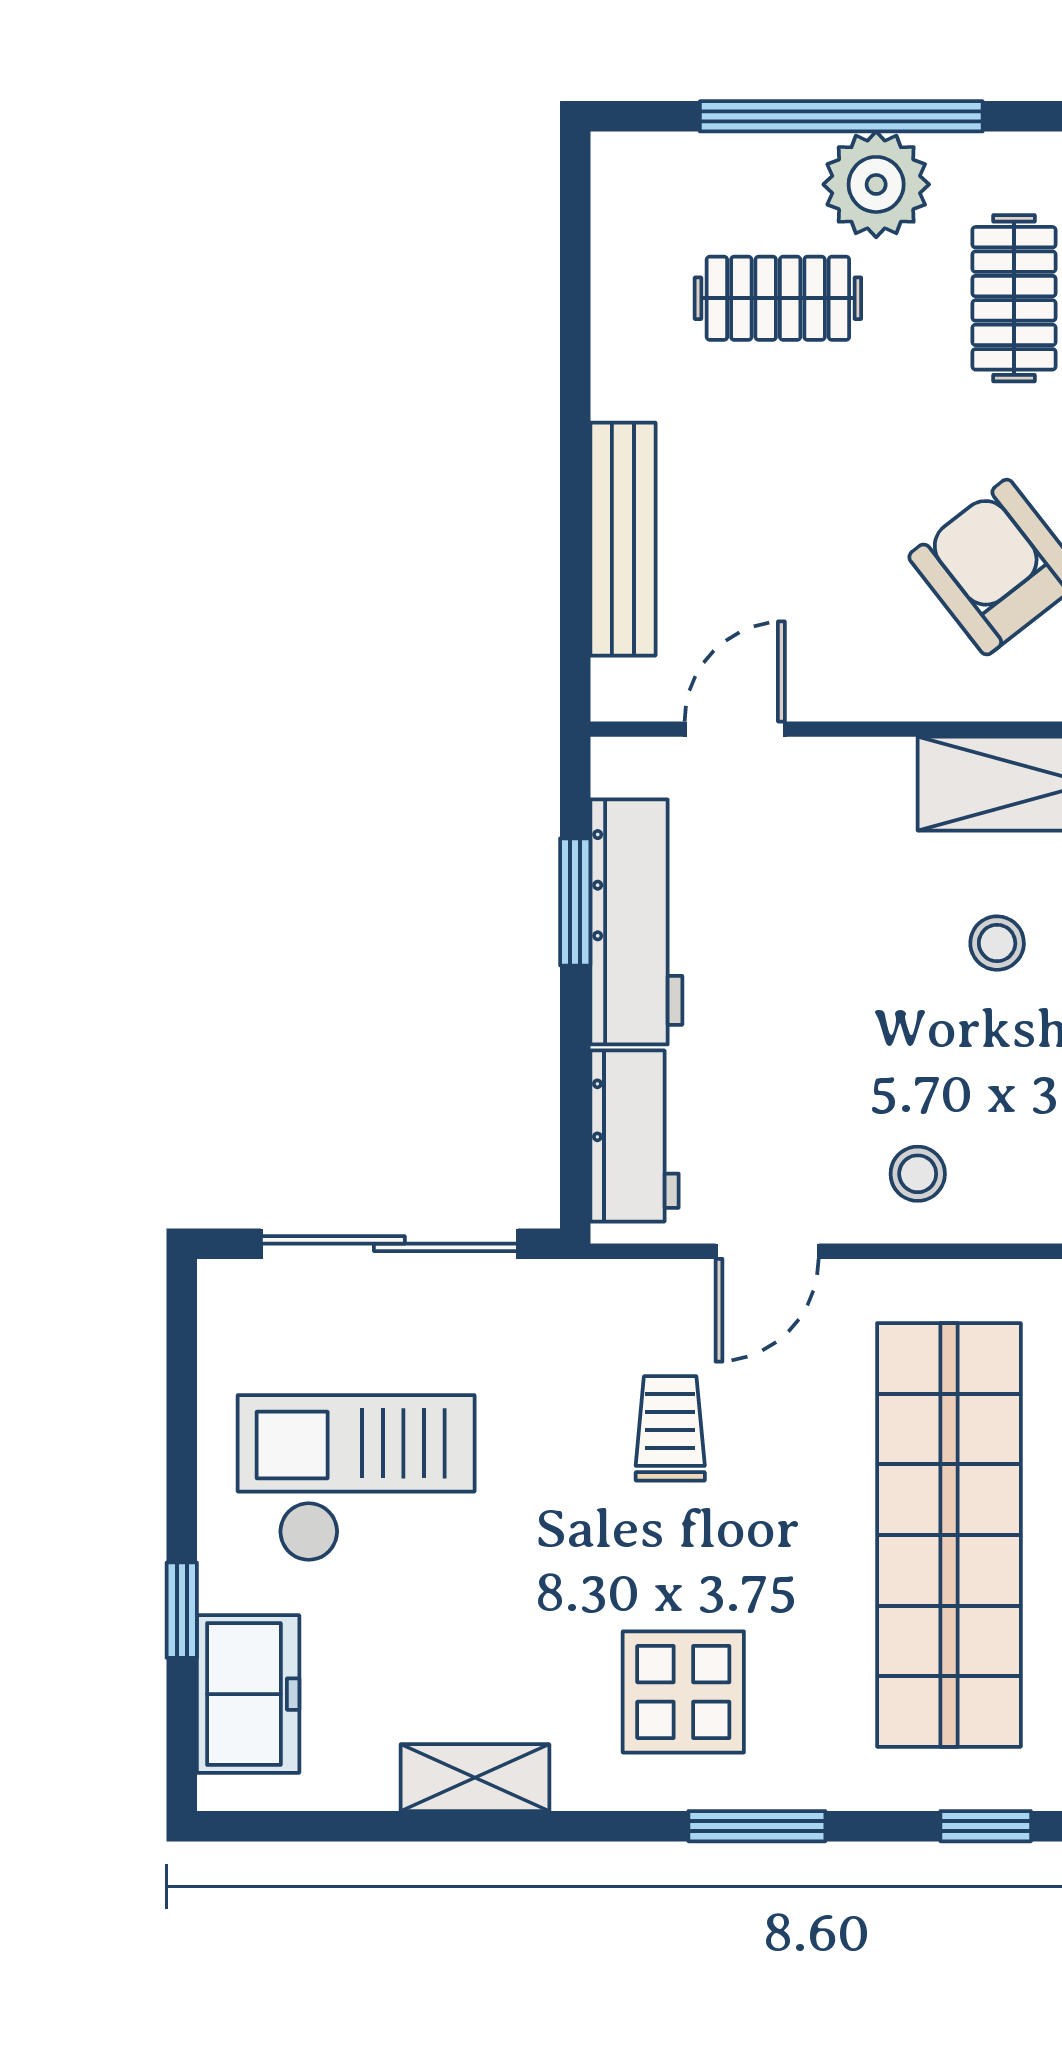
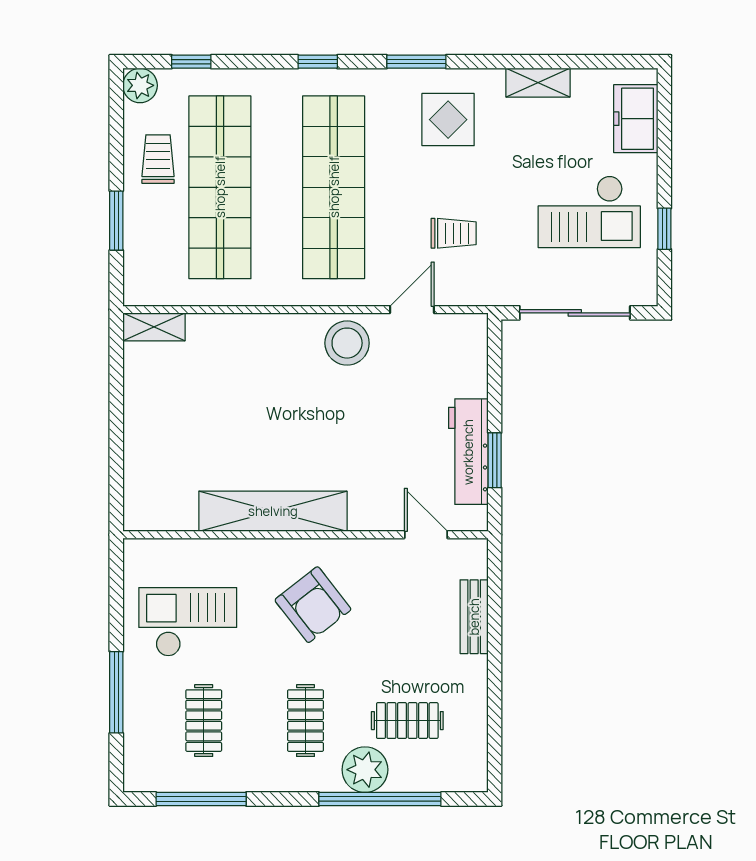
bench: (623, 539) -> (474, 617), width x0.73
door: (735, 729) -> (426, 535), swing flipped
stool: (997, 943) -> (313, 443), removed
workbench: (635, 1136) -> (469, 359), removed
stool: (918, 1174) -> (347, 343), width x1.89, depth x1.89
trolley: (670, 1428) -> (454, 233), turned -90
window: (182, 1610) -> (664, 229), moved

